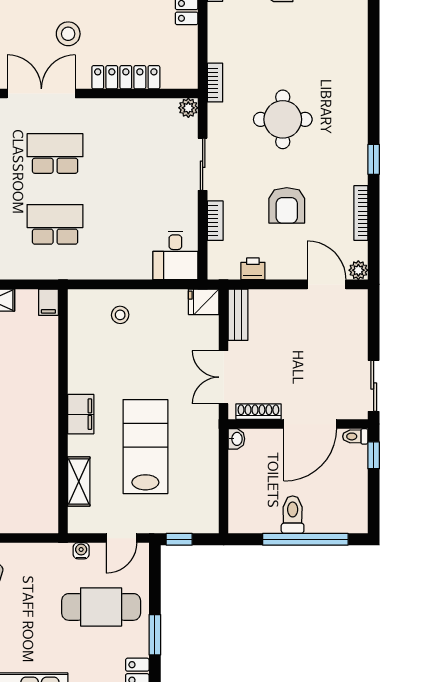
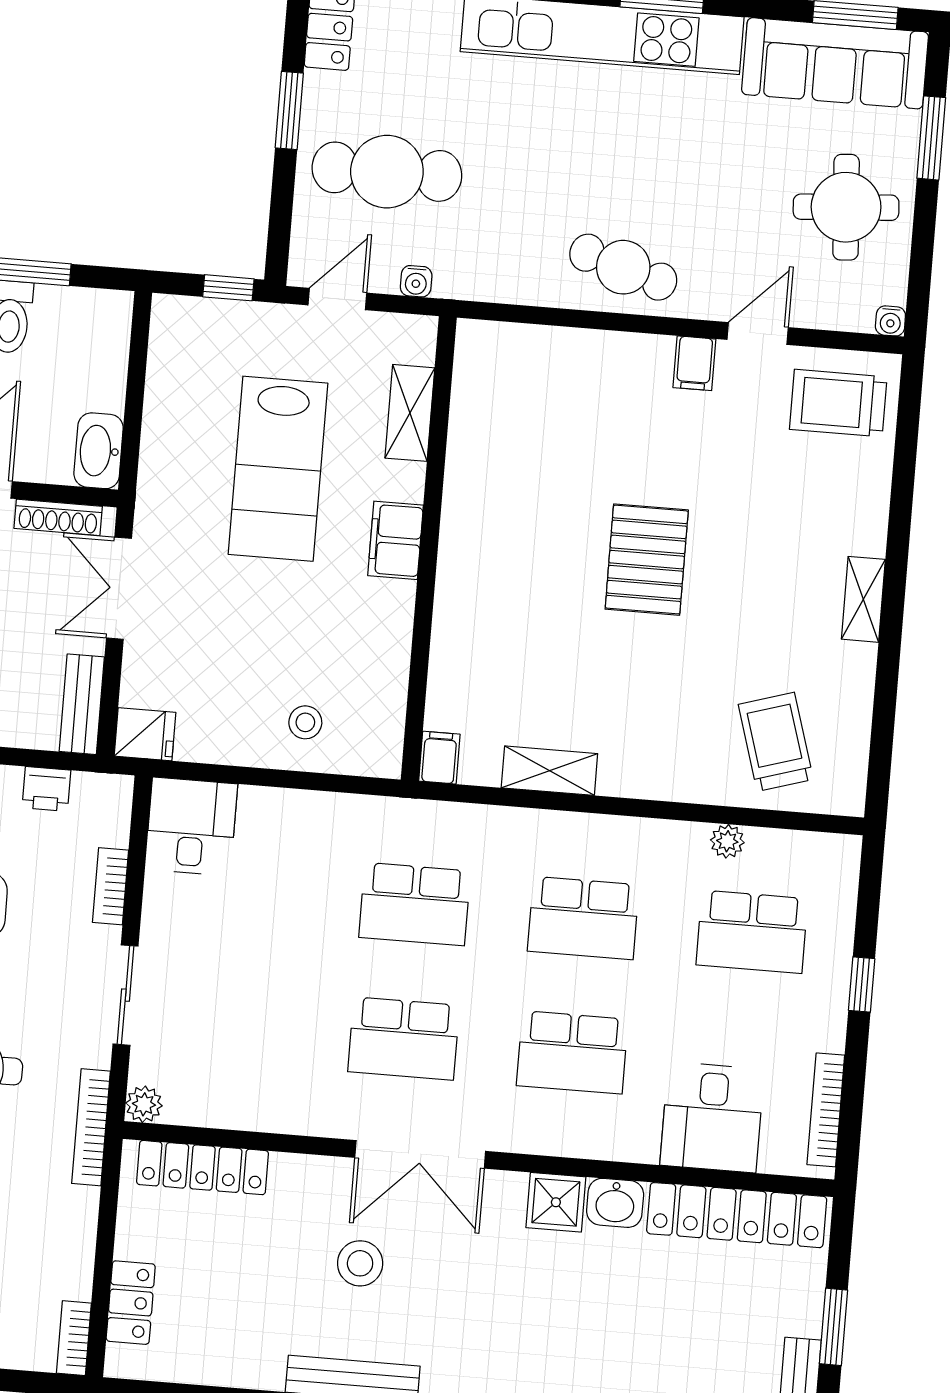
locker: (126, 77) -> (203, 1168), moved
bookcase: (215, 83) -> (91, 1127), width x1.56
double door: (224, 377) -> (119, 588), swing flipped
washbasin: (236, 439) -> (99, 451), width x1.91, depth x1.45

